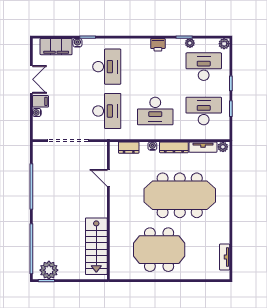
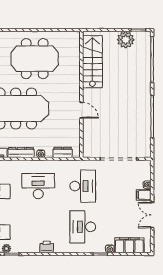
printer: (158, 45) -> (47, 247), moved
desk: (107, 111) -> (83, 186), turned 180
door: (108, 178) -> (81, 110), moved
plant: (49, 270) -> (126, 40), moved

